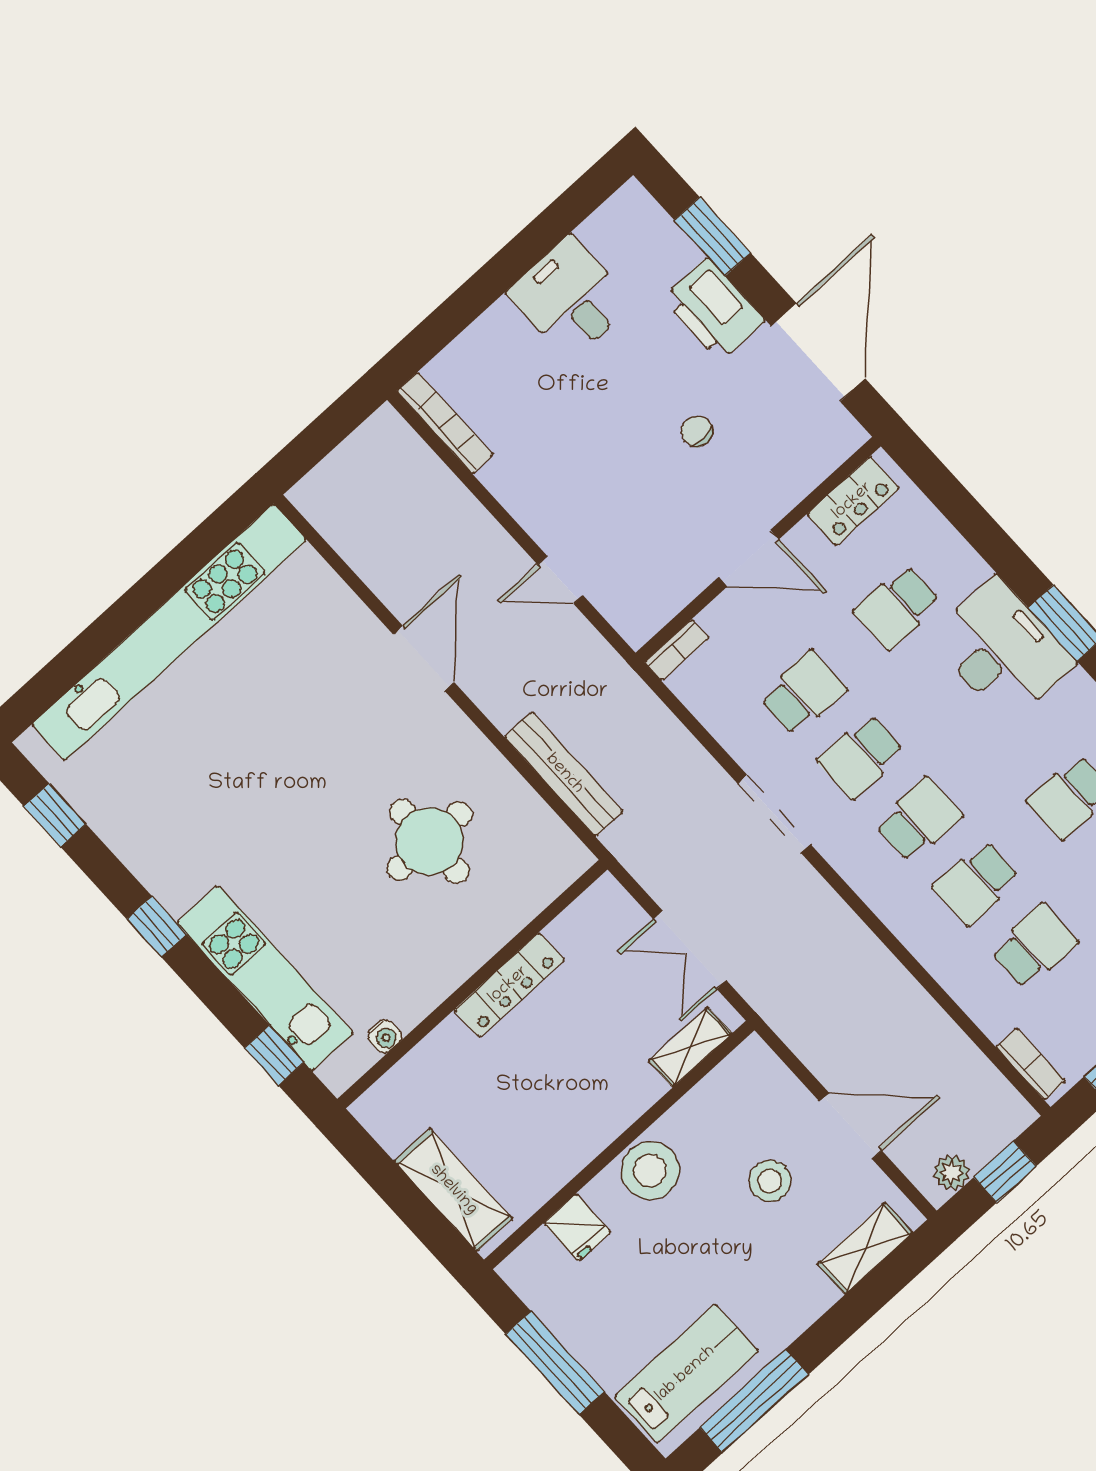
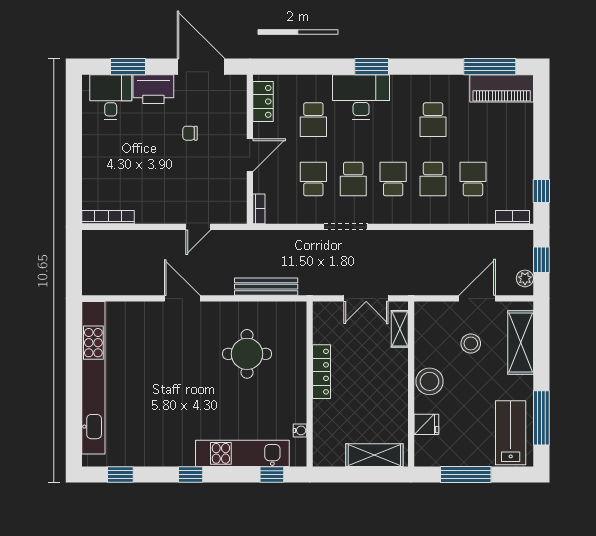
desk: (570, 298) -> (111, 97), moved, turned 90
shelving: (865, 1248) -> (521, 342), width x1.50, depth x1.33

